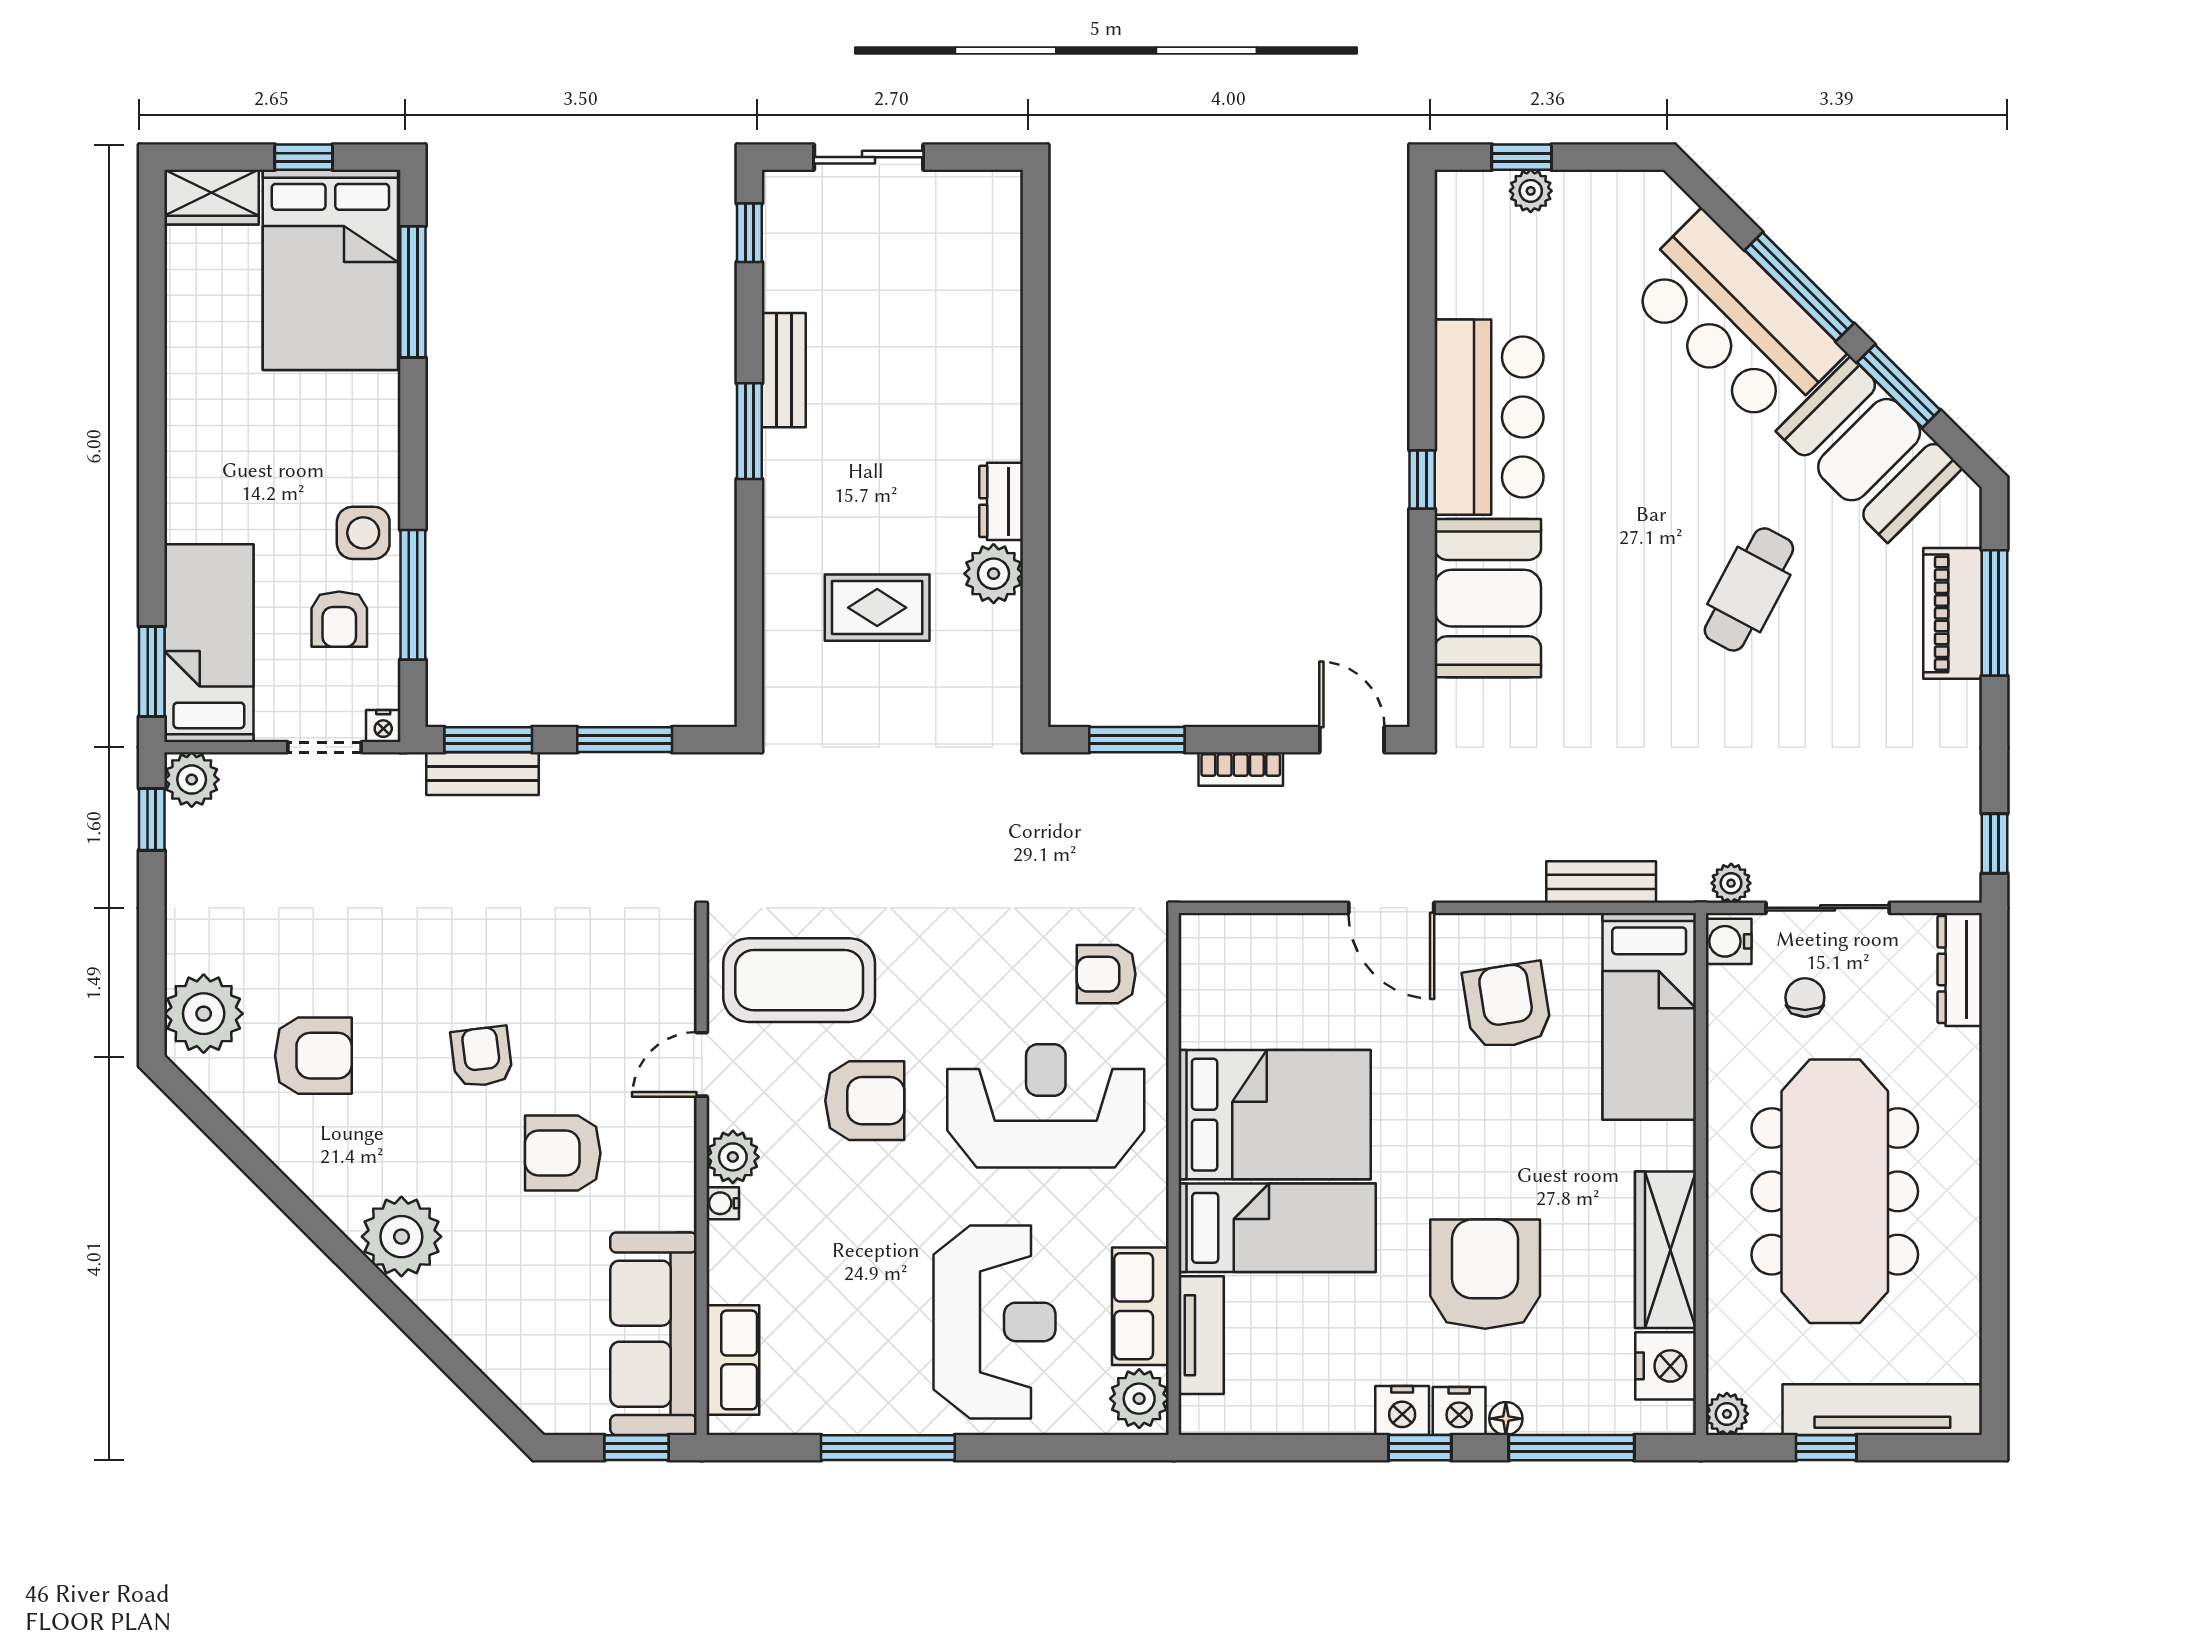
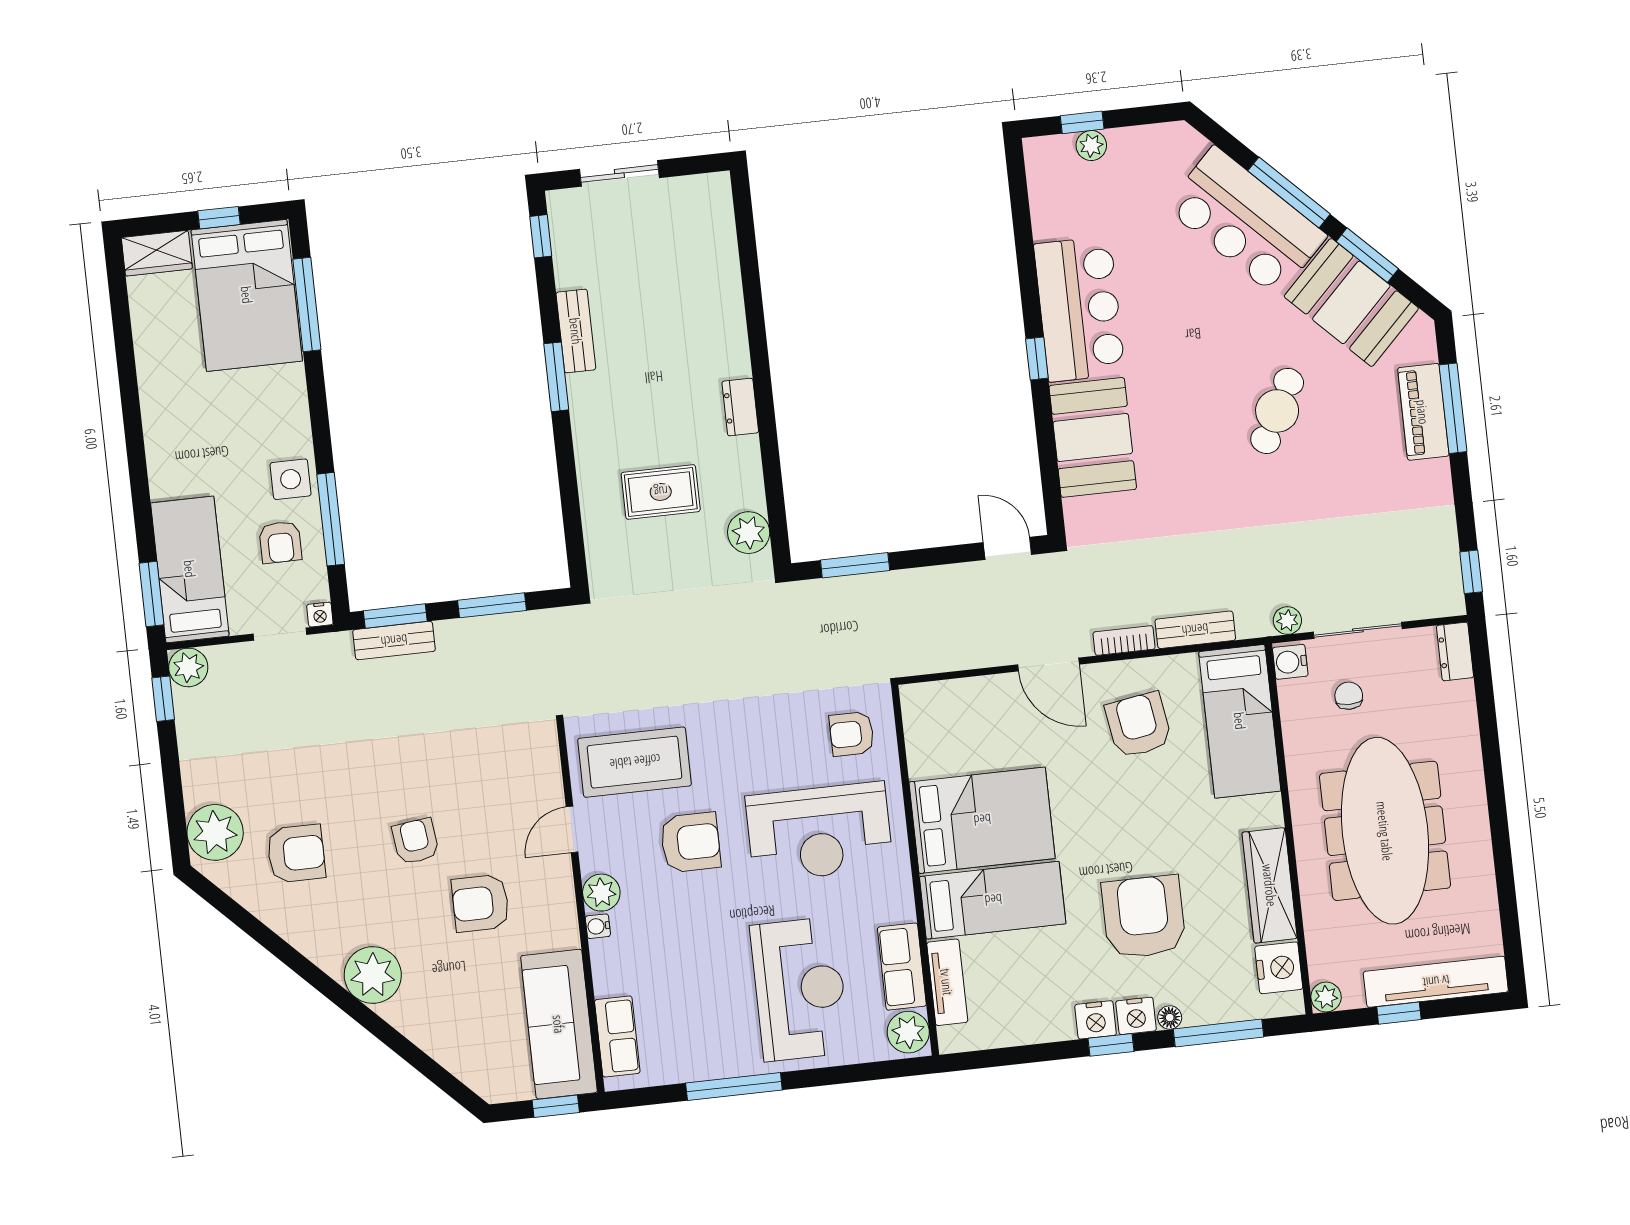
plant: (994, 574) -> (749, 533), moved
bookcase: (1241, 769) -> (1124, 641), moved, turned 180
dresser: (1960, 969) -> (1455, 652), width x0.70
reception desk: (1046, 1106) -> (819, 832), turned 180

